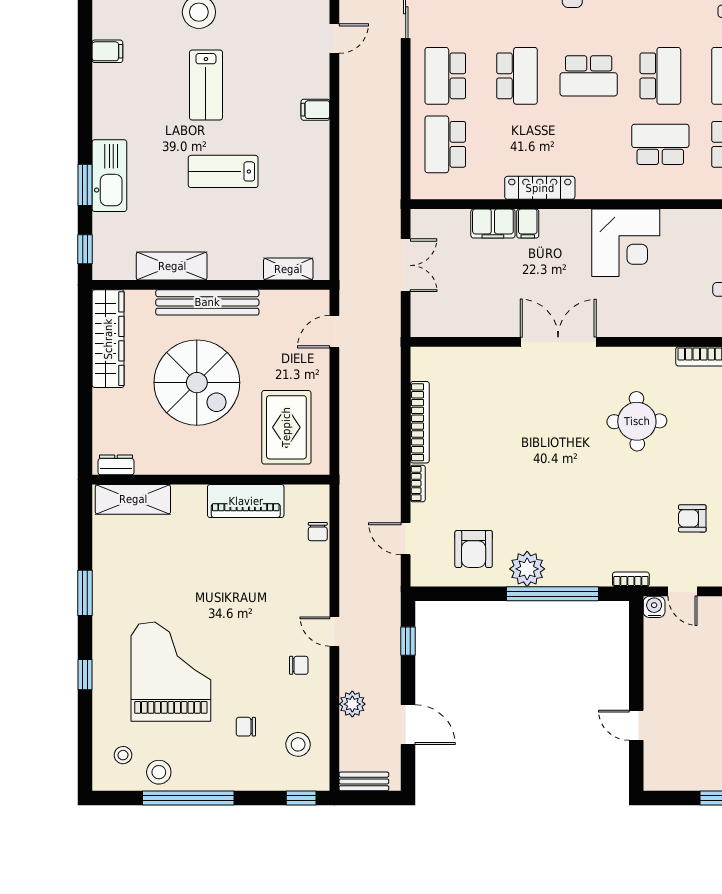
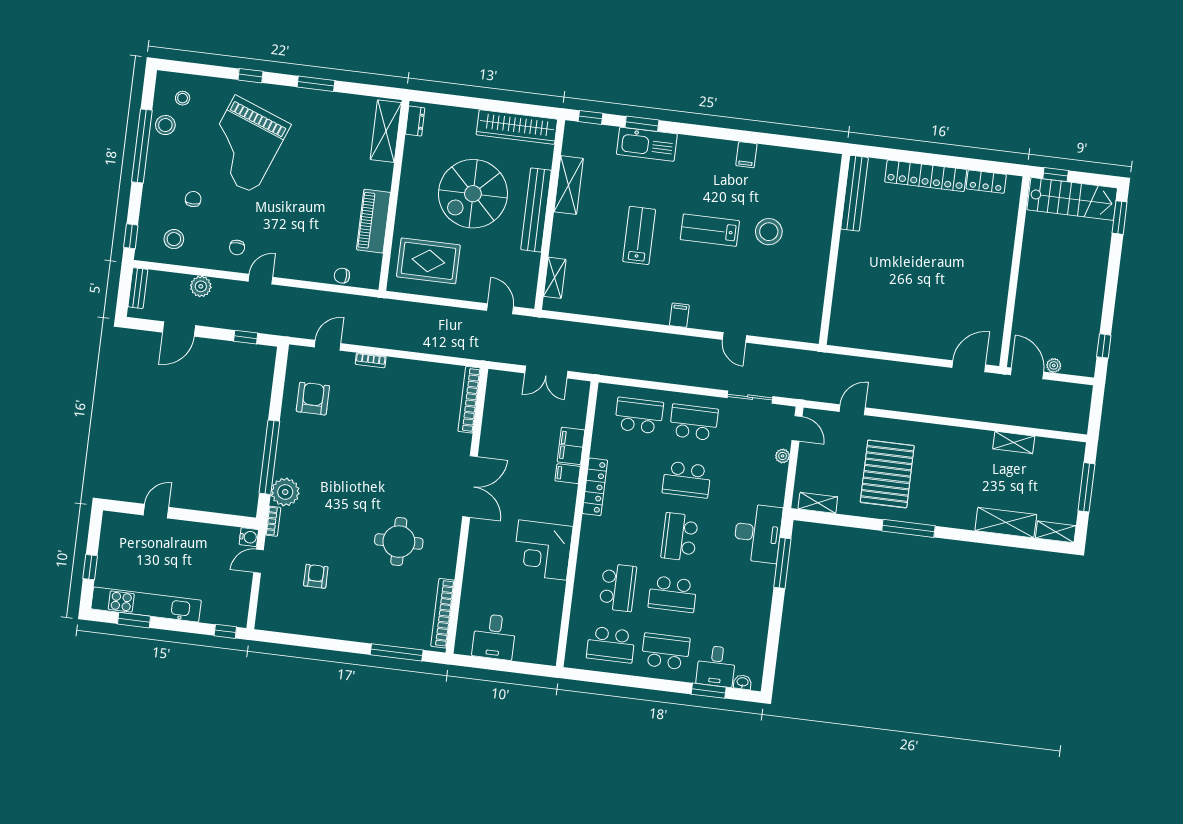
bookcase: (420, 422) -> (469, 400), moved, turned 90
armchair: (474, 549) -> (313, 399), turned 90
plant: (527, 569) -> (285, 492), moved
grand piano: (171, 672) -> (245, 145), turned 111

